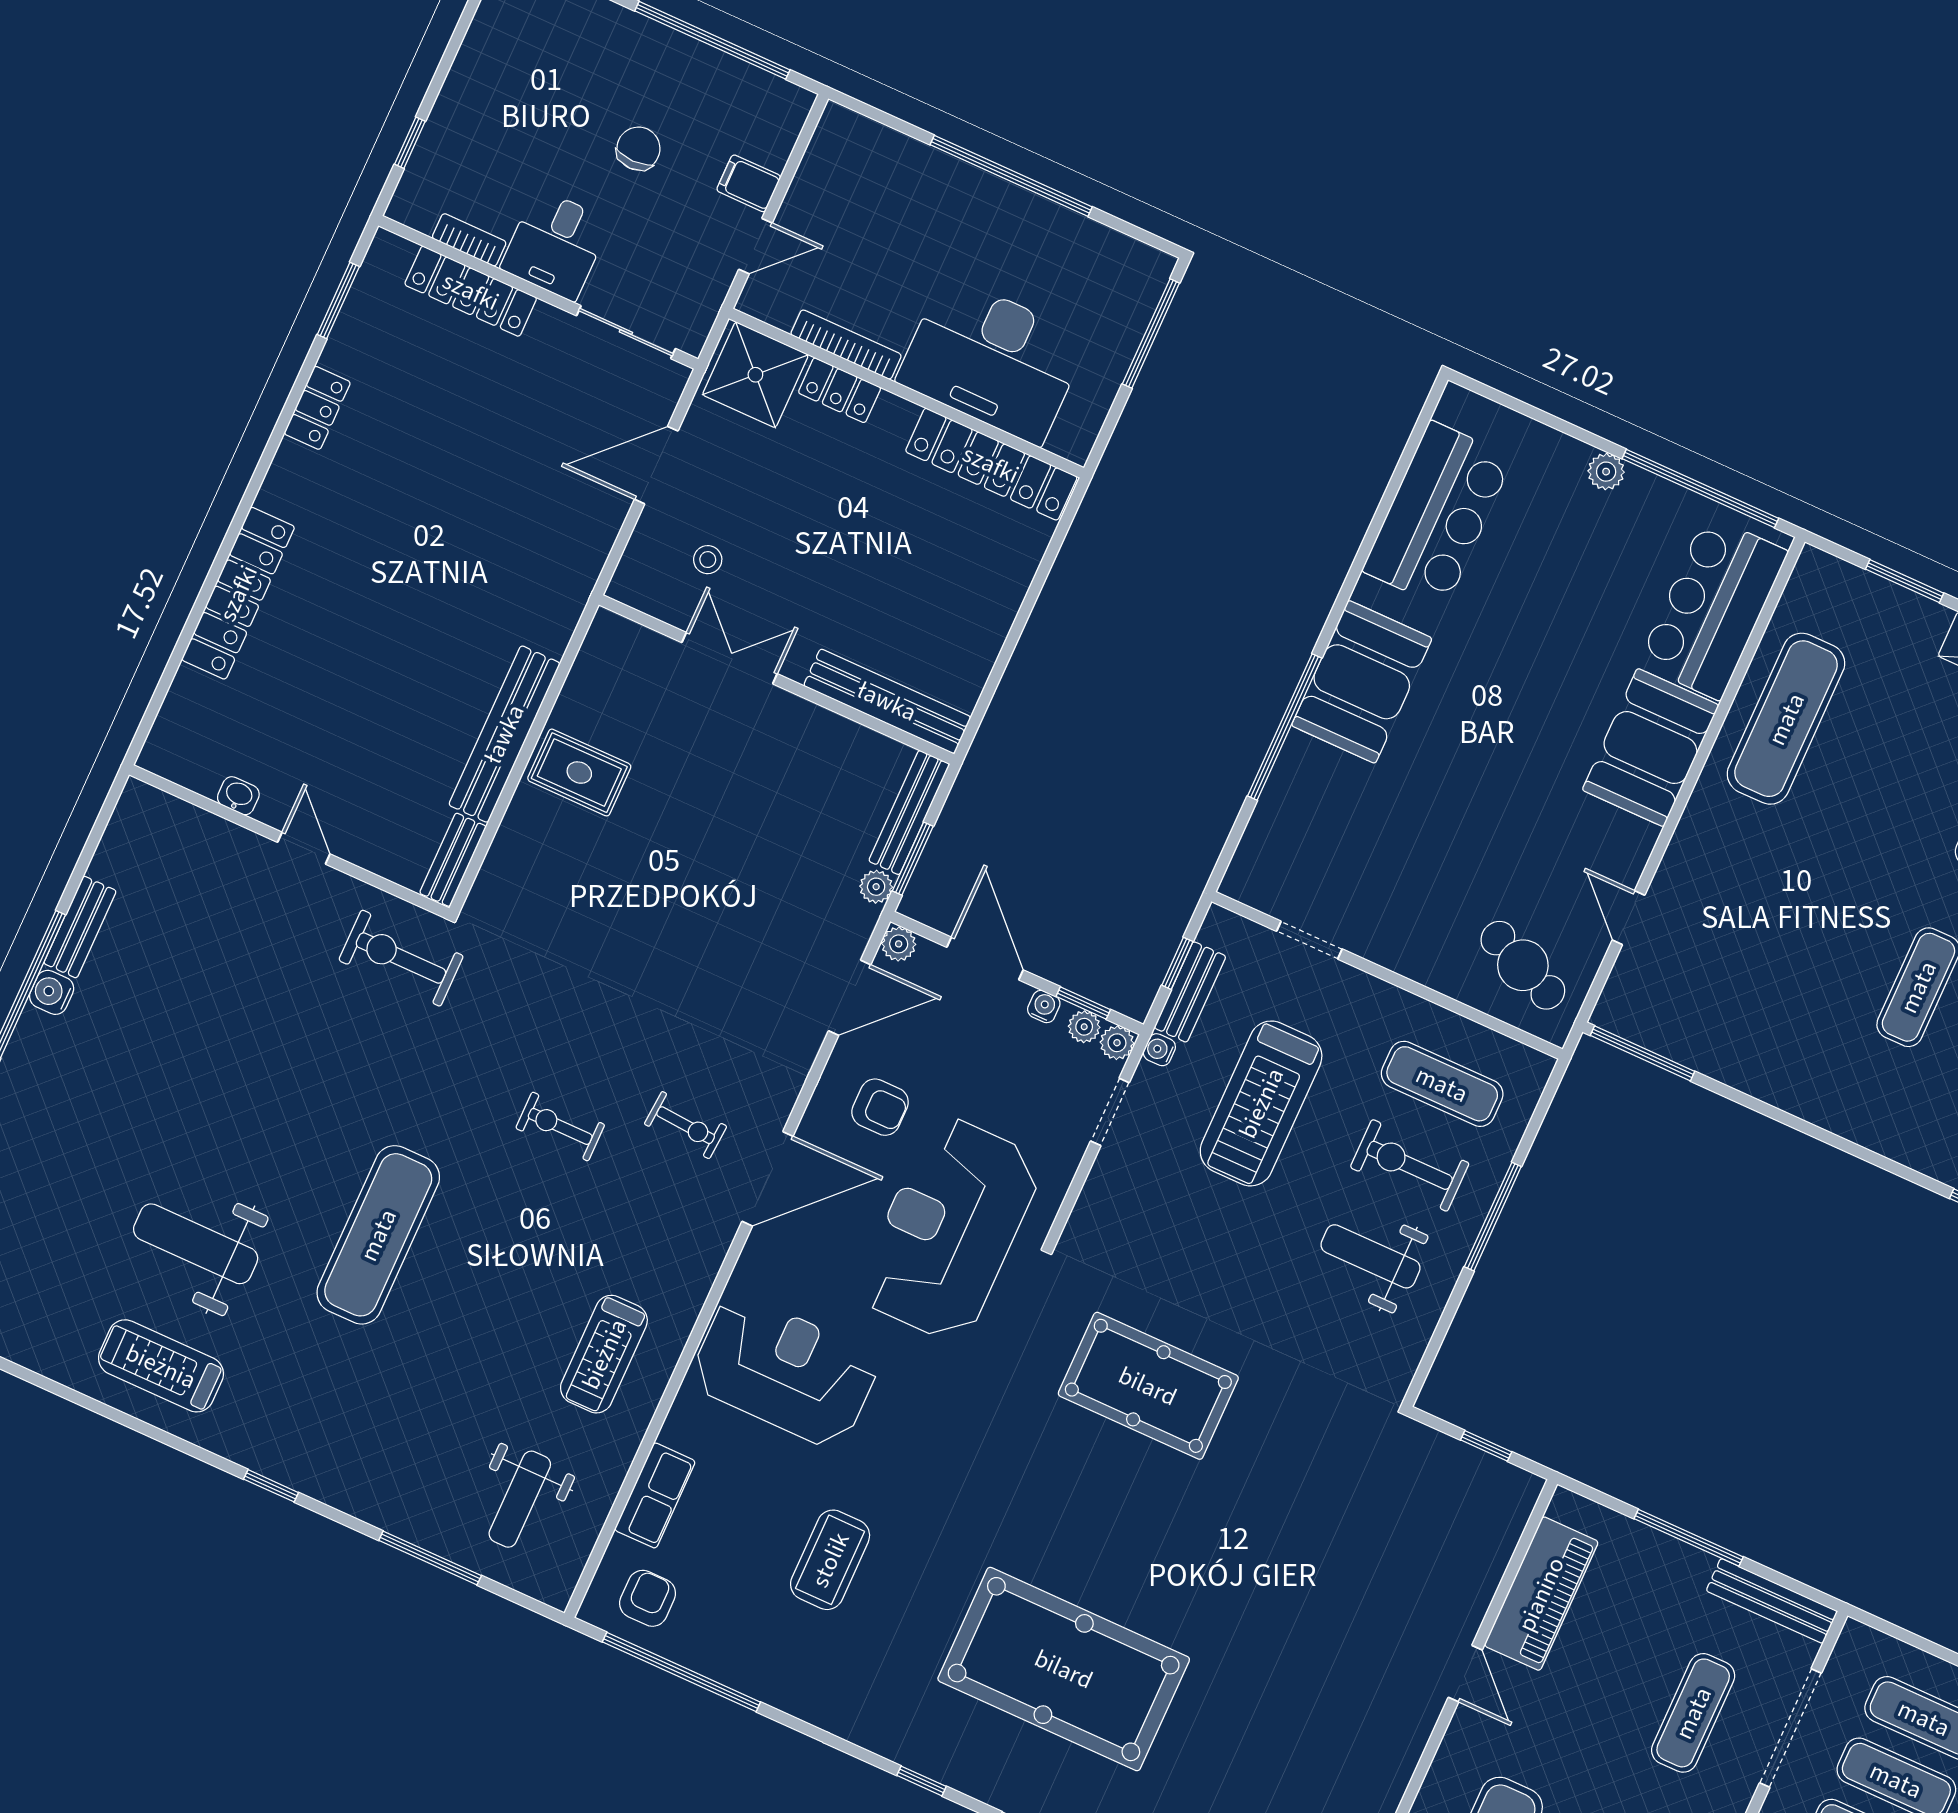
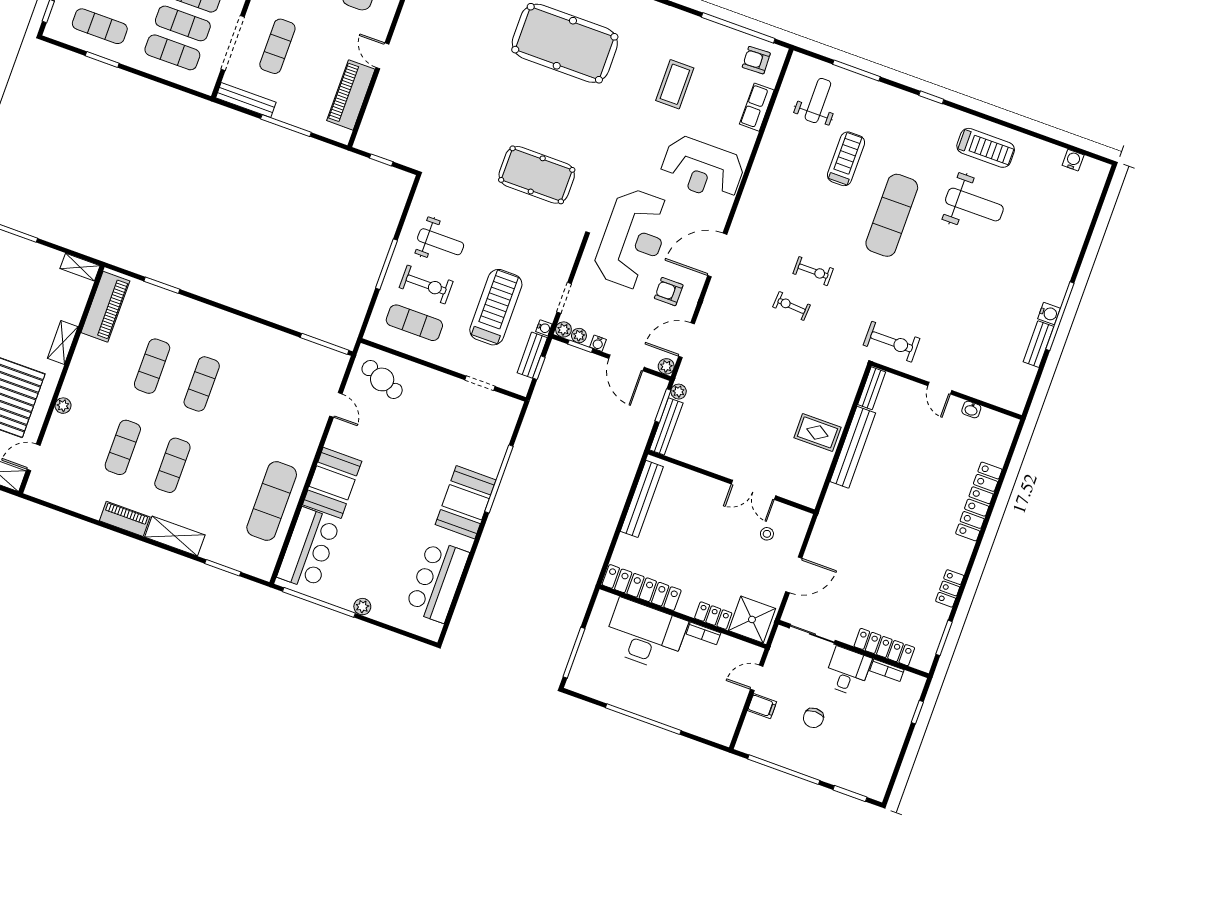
bookcase: (846, 345) -> (703, 633), width x0.64
bench: (887, 701) -> (642, 499), moved, turned 90
exercise bike: (686, 1125) -> (791, 306), moved
treadmill: (604, 1354) -> (846, 159), moved
armchair: (648, 1598) -> (756, 60), turned 88

